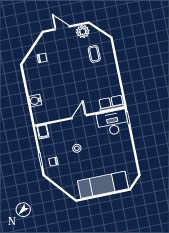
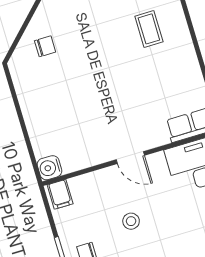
water cooler: (35, 101) -> (50, 168), moved
door: (79, 117) -> (130, 158), swing flipped

